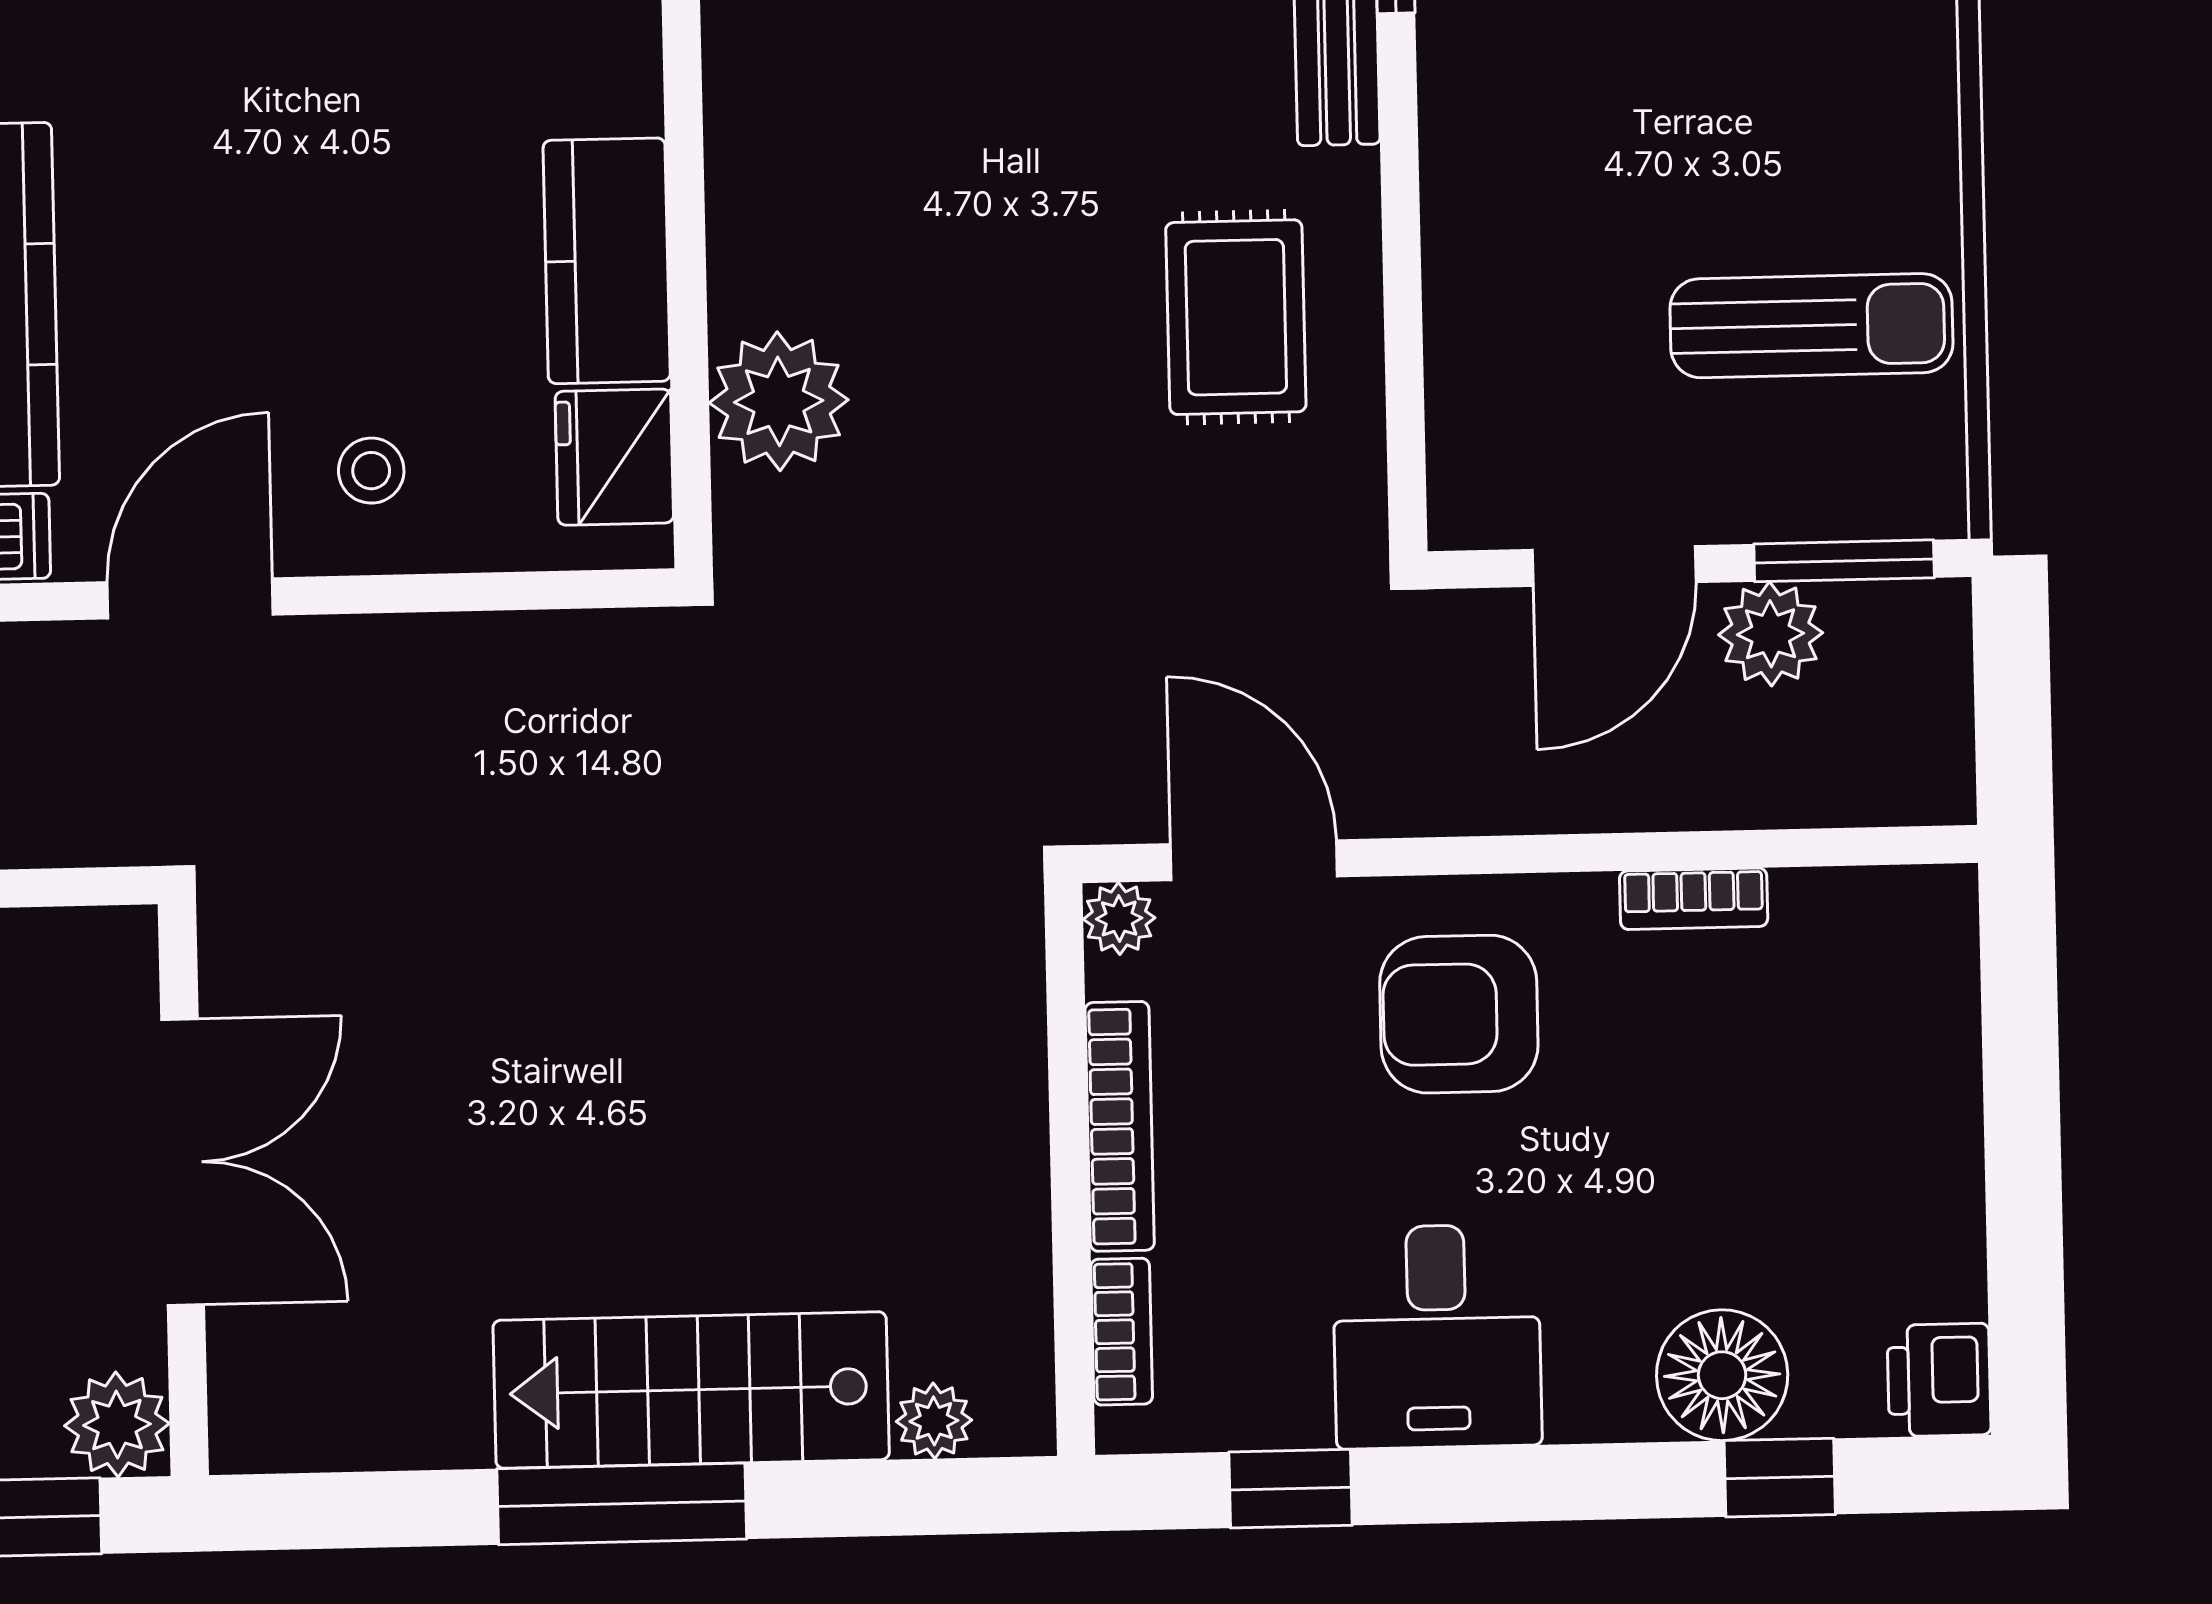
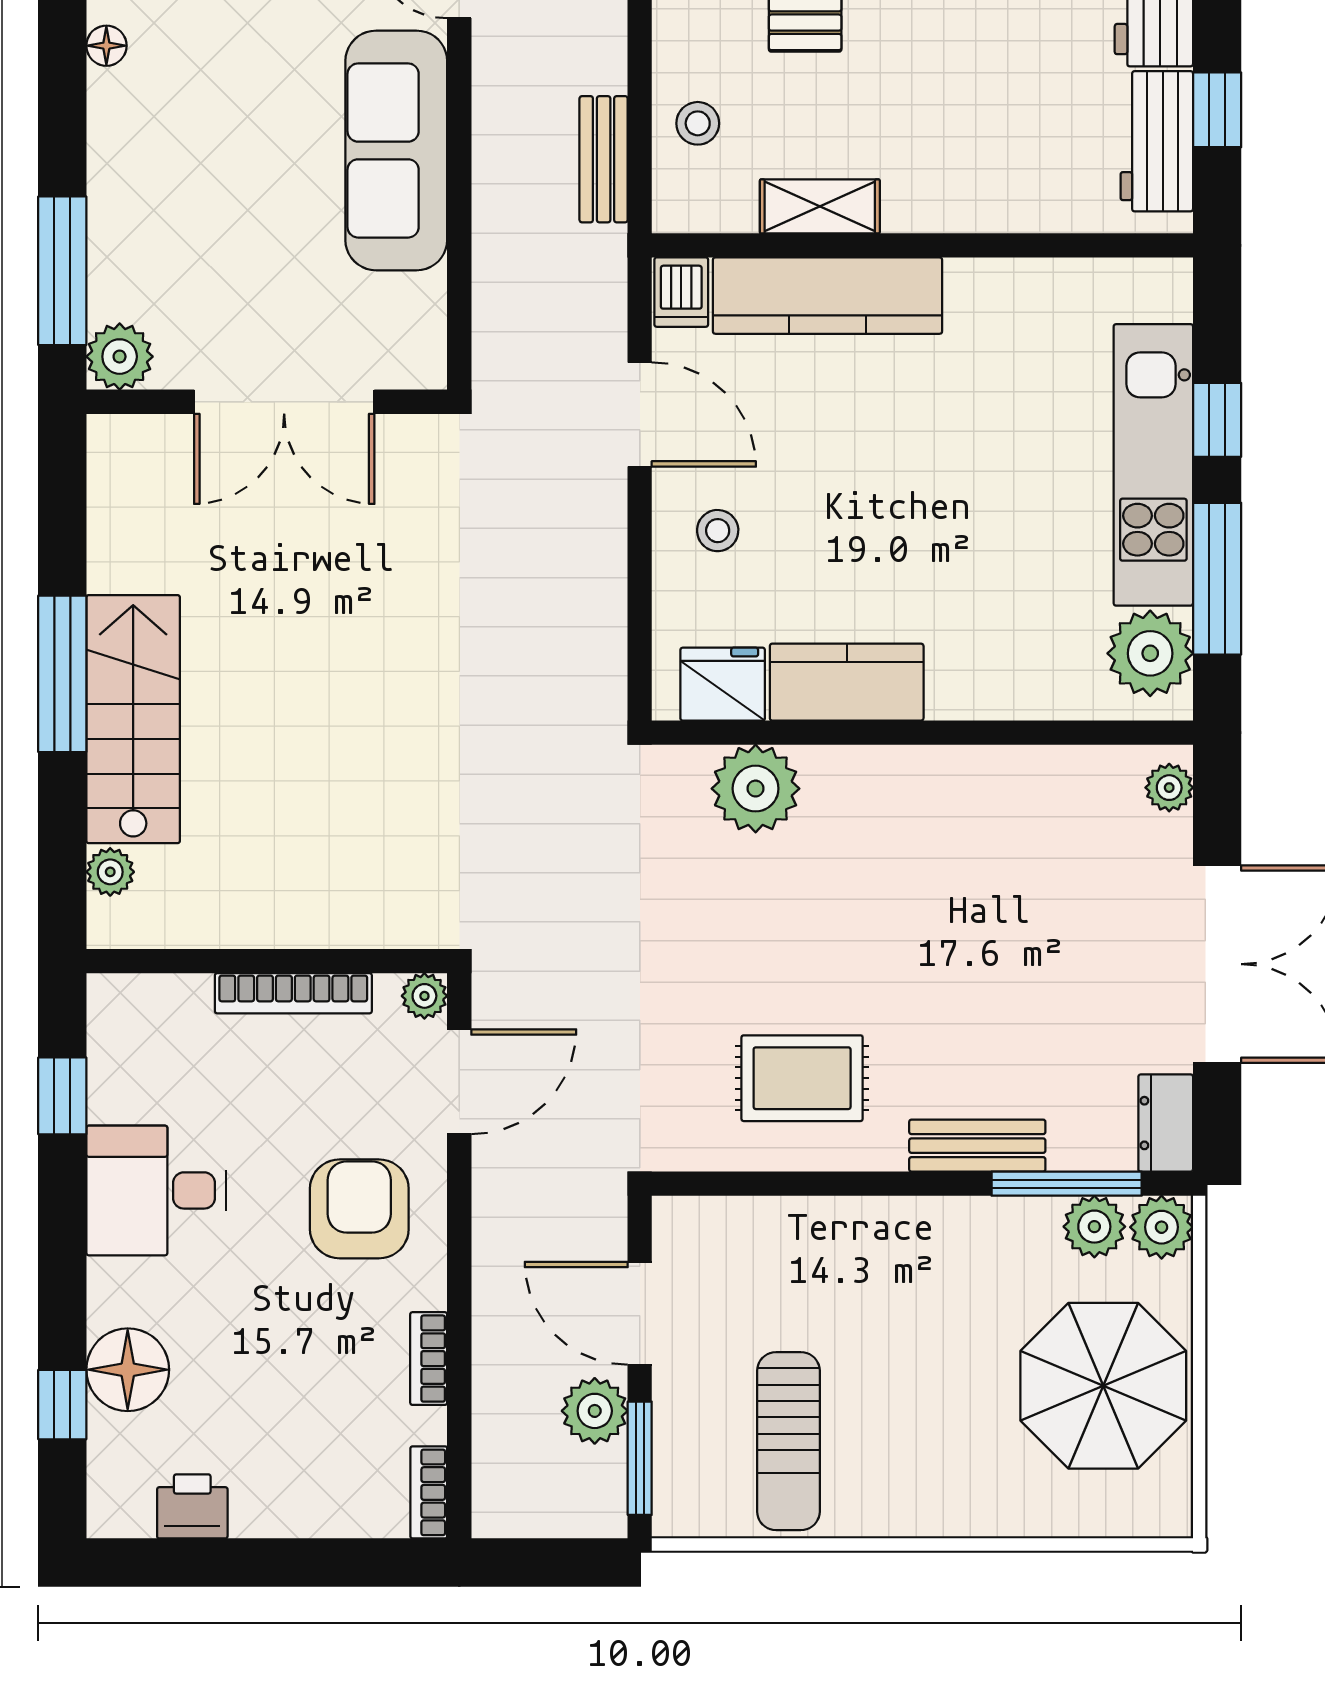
bookcase: (1122, 1332) -> (429, 1492), moved, turned 90
printer: (1939, 1380) -> (192, 1506), moved

